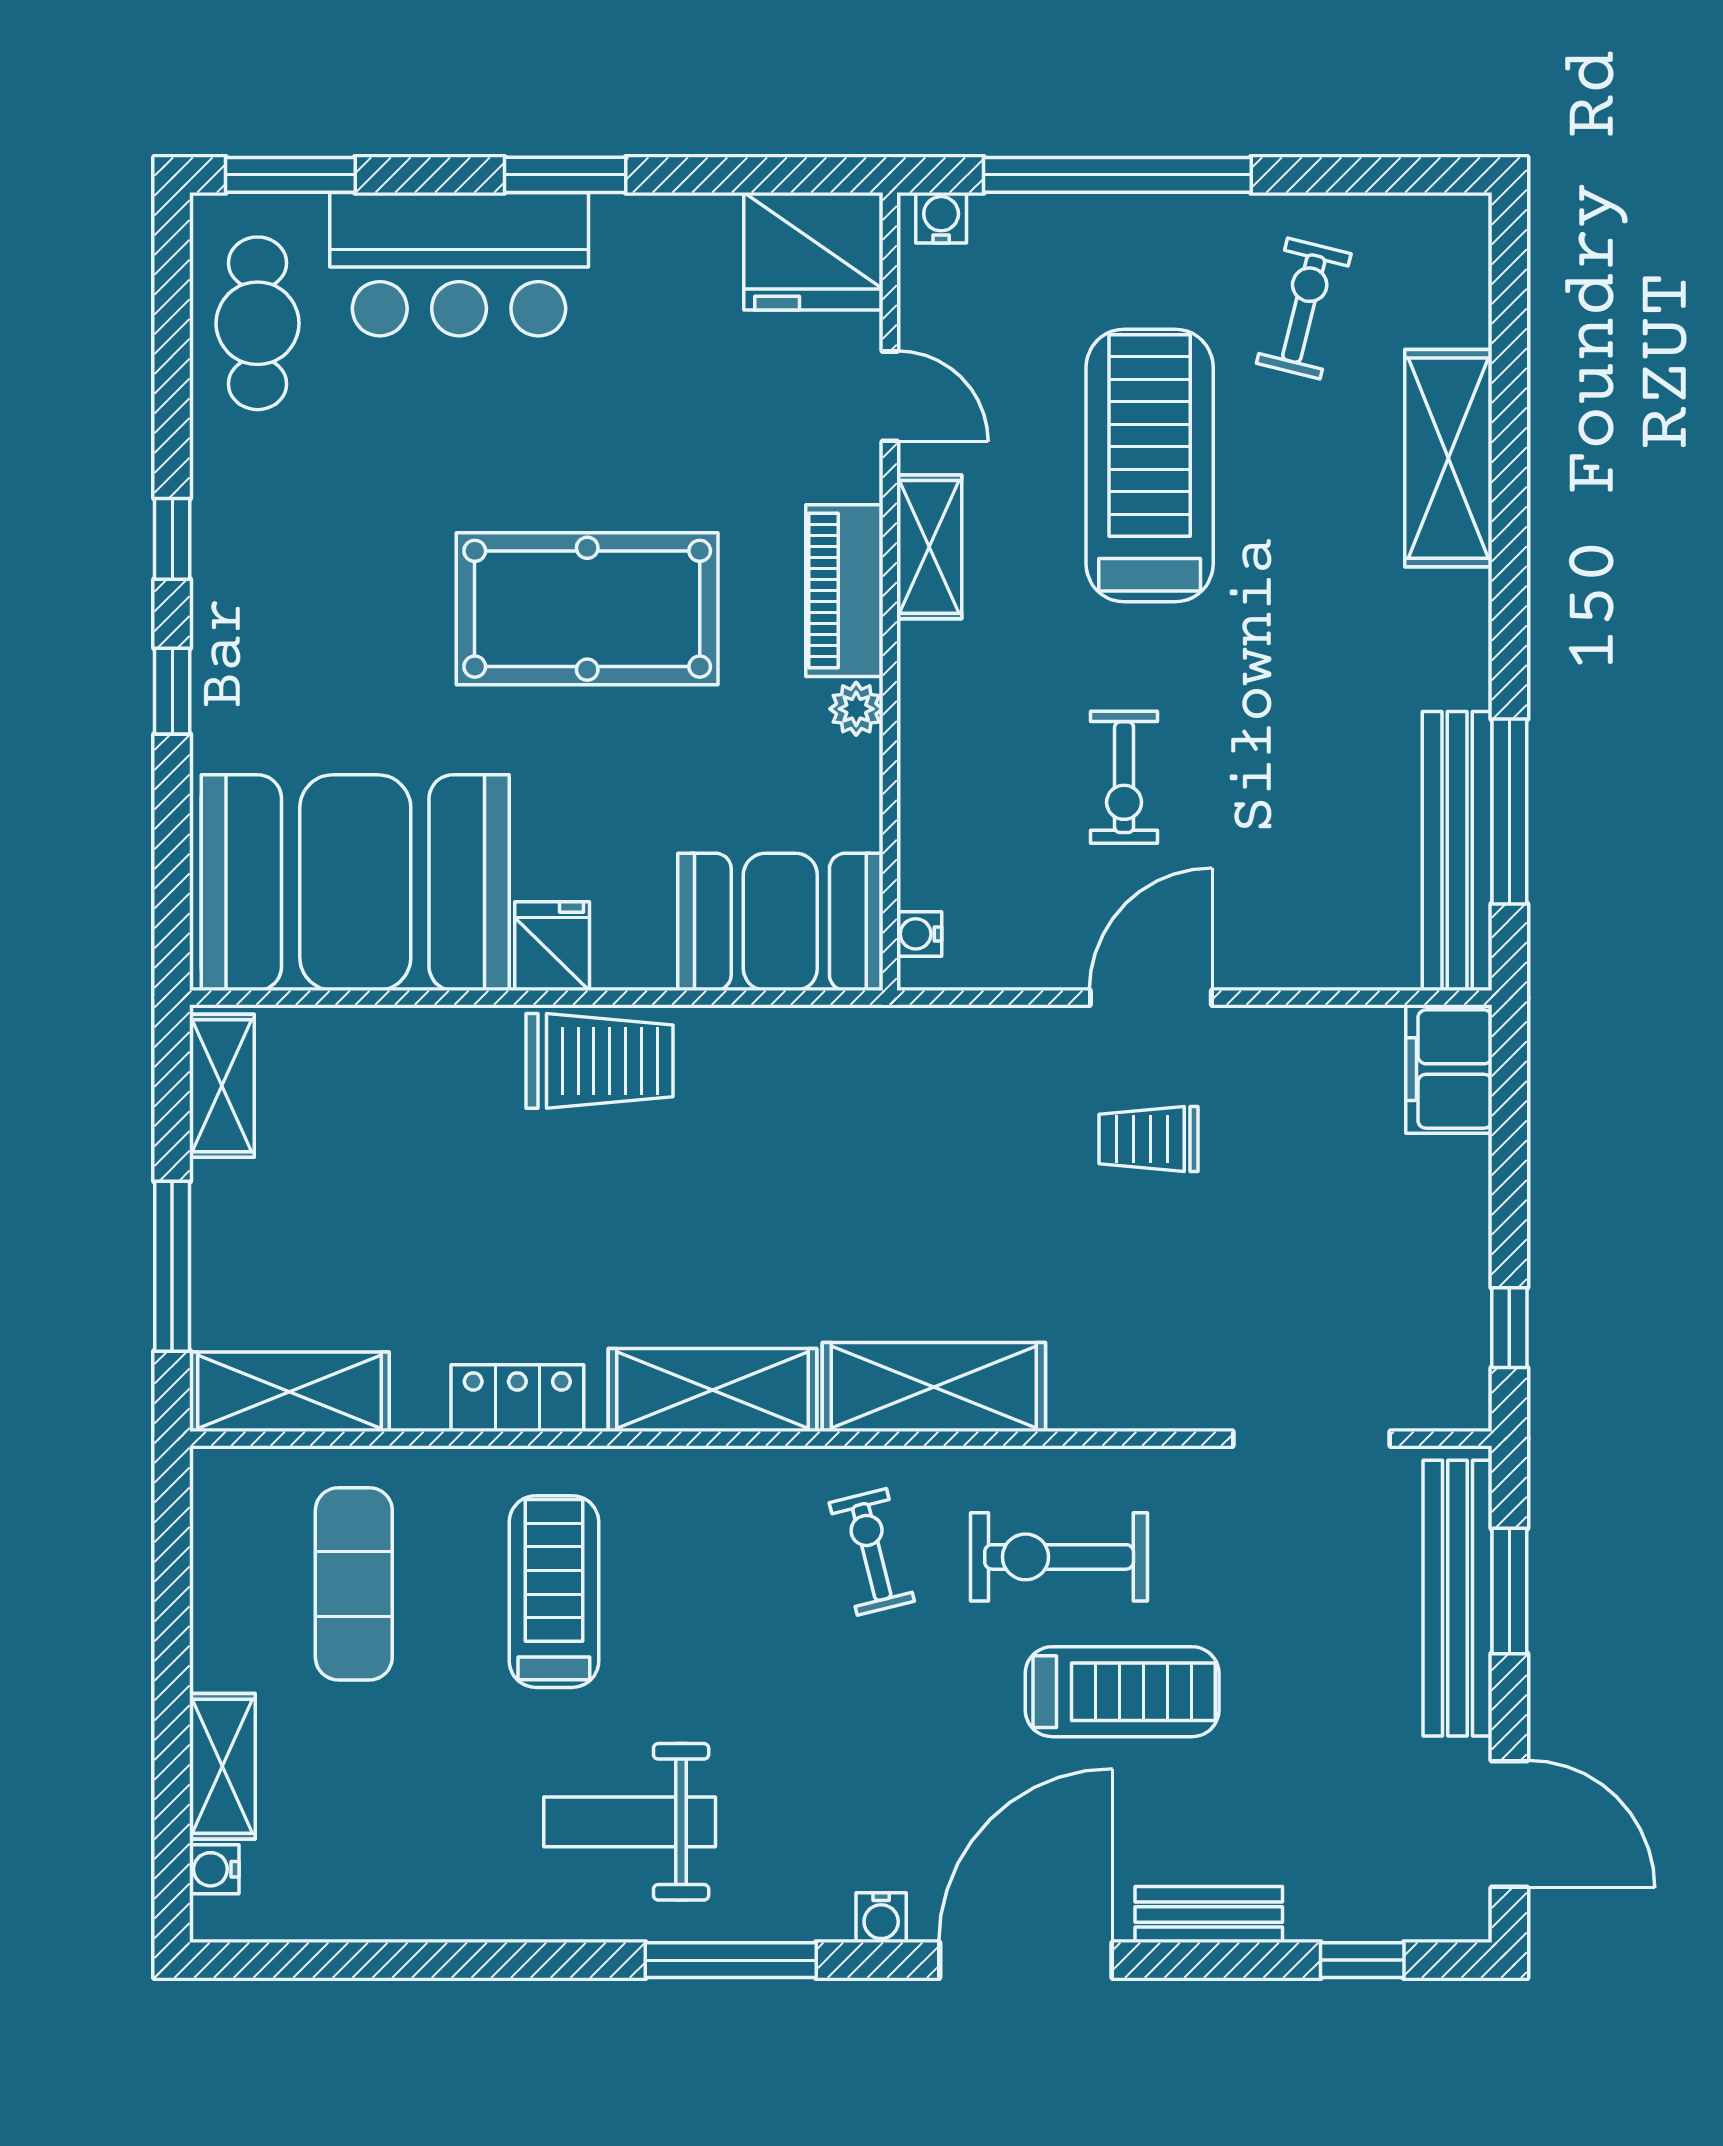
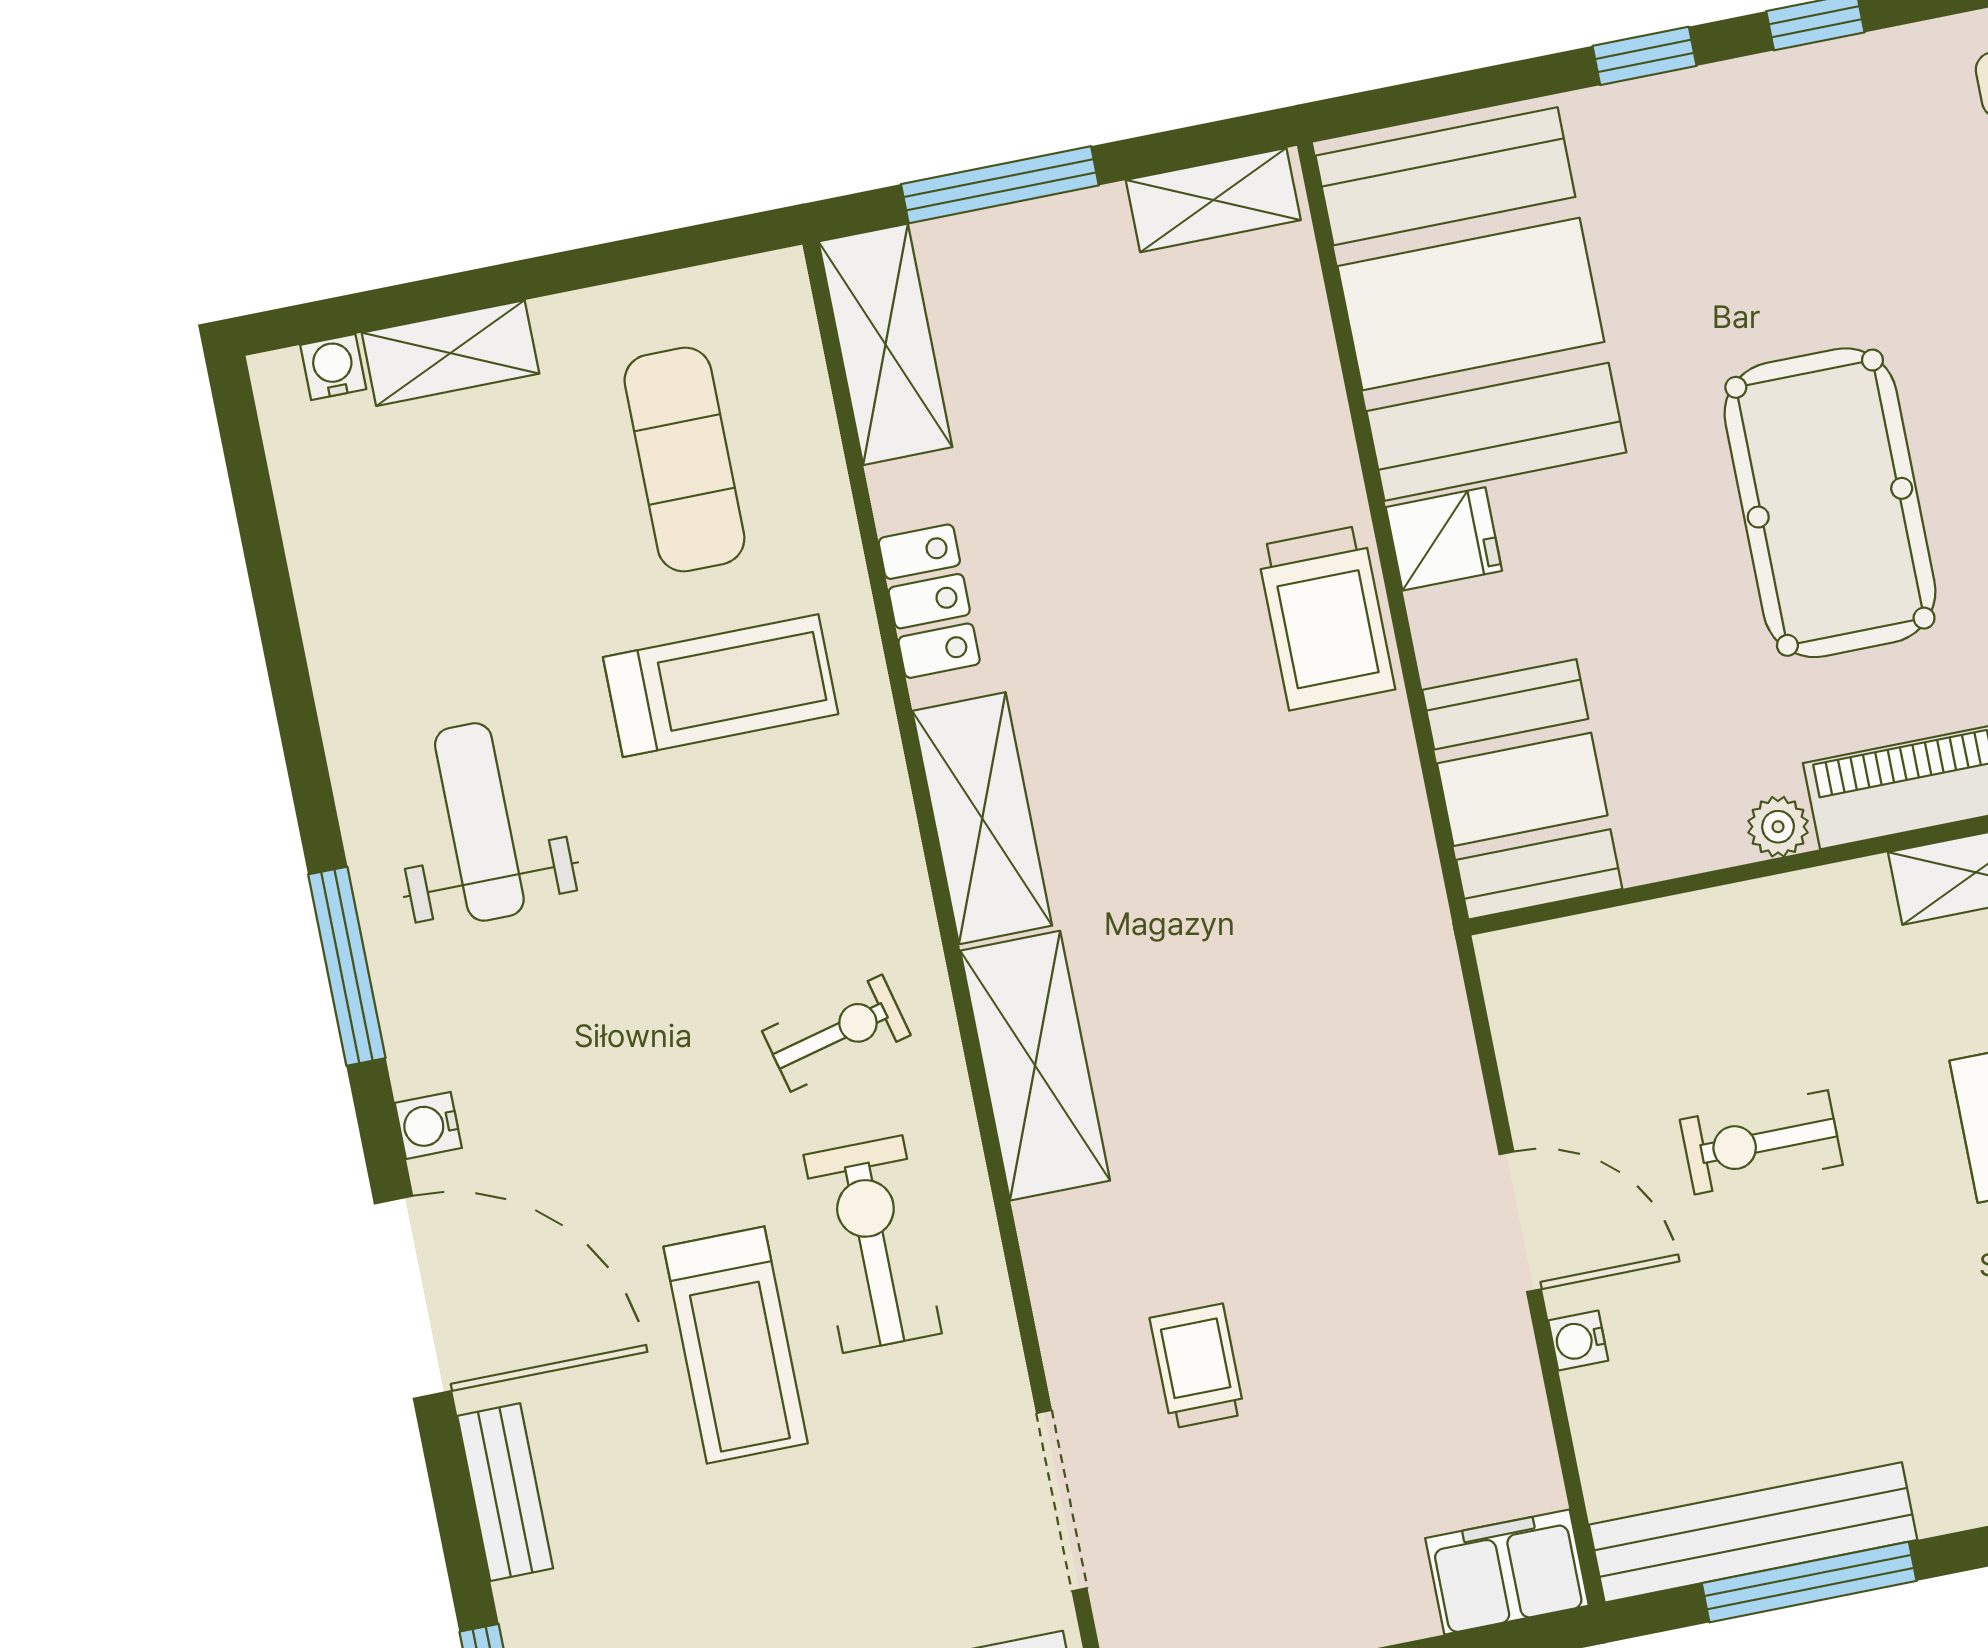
water cooler: (919, 934) -> (1578, 1340), moved, turned -90
trolley: (1149, 1139) -> (1197, 1366), moved
exercise mat: (354, 1584) -> (684, 460), turned 90

